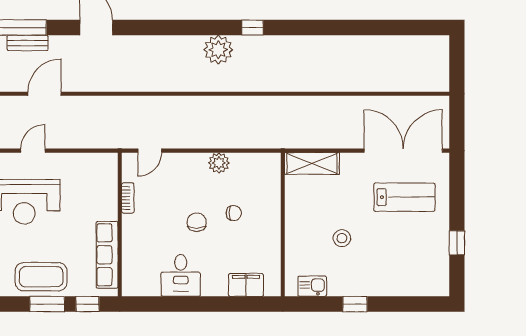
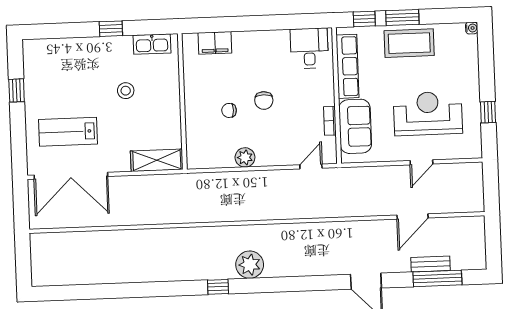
sofa: (101, 191) -> (355, 126), added
desk: (181, 275) -> (309, 48), moved
kitchen sink: (312, 286) -> (152, 44), width x1.38

